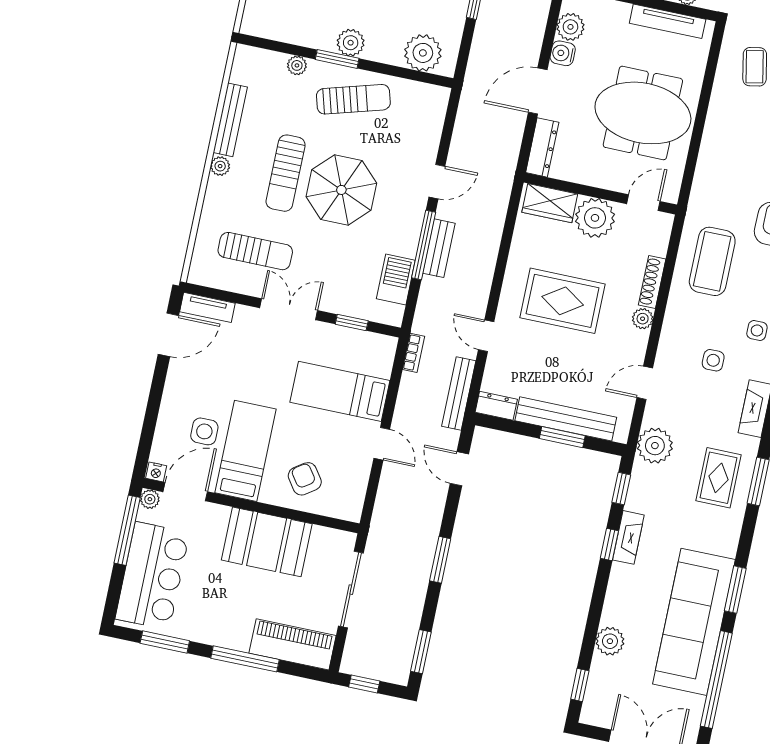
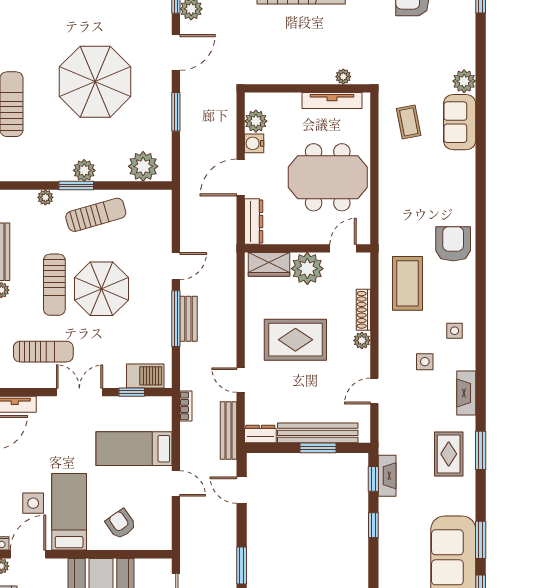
barbecue: (396, 280) -> (145, 376), moved, turned 90
plant: (655, 446) -> (393, 439), removed
fireplace: (628, 537) -> (387, 476), moved

